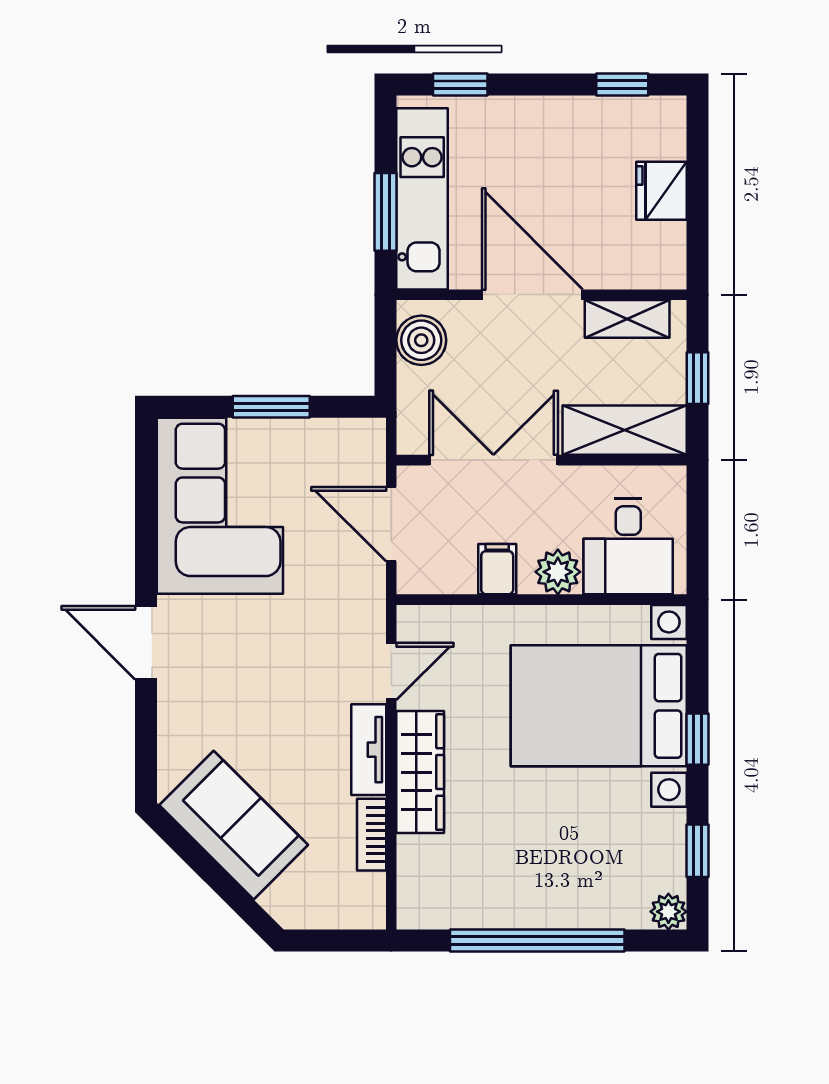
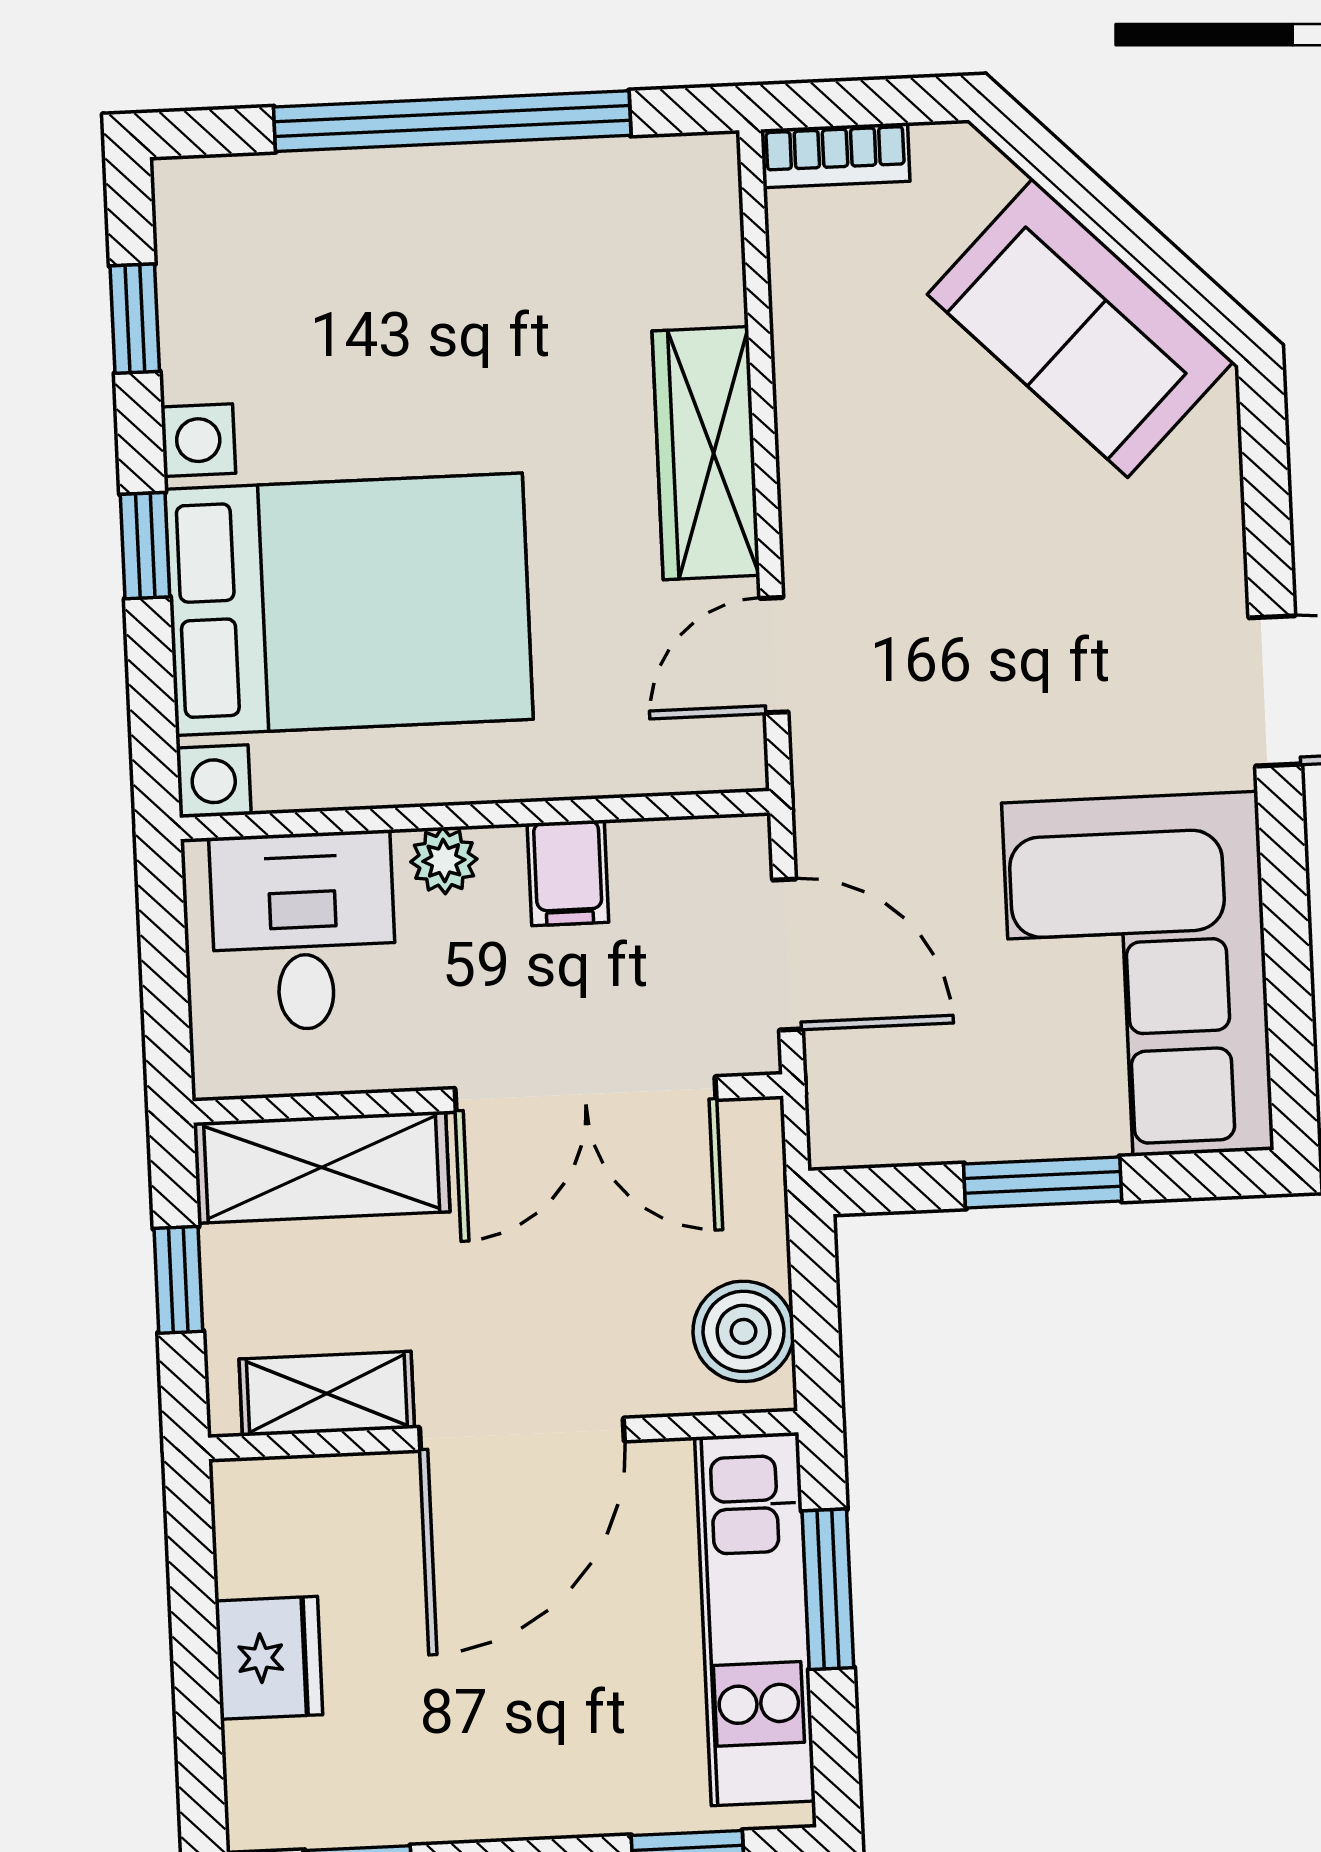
door: (532, 295) -> (522, 1434), hinge flipped
plant: (558, 572) -> (444, 860), width x0.73, depth x0.73
tv unit: (369, 750) -> (813, 494), removed
bookcase: (372, 835) -> (835, 155), moved, turned 90
plant: (668, 912) -> (188, 192), removed

